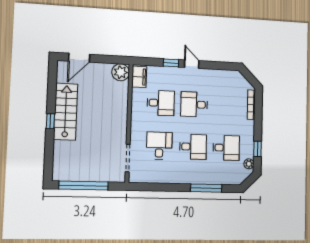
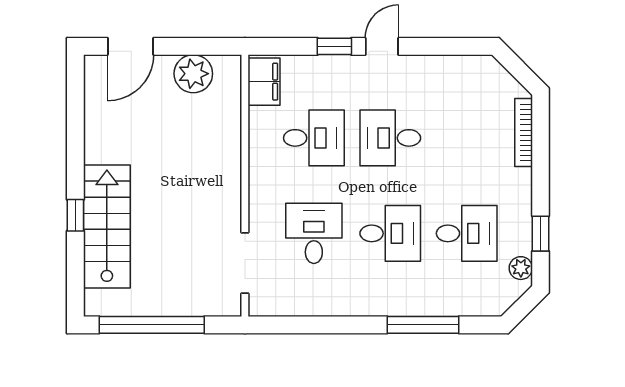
door: (192, 64) -> (382, 46), hinge flipped
plant: (121, 72) -> (193, 74), moved
stairs: (66, 112) -> (107, 227), moved
window: (50, 121) -> (75, 215), moved

